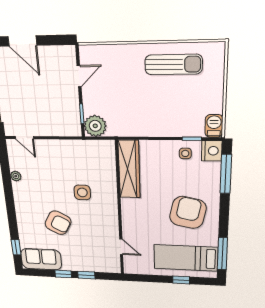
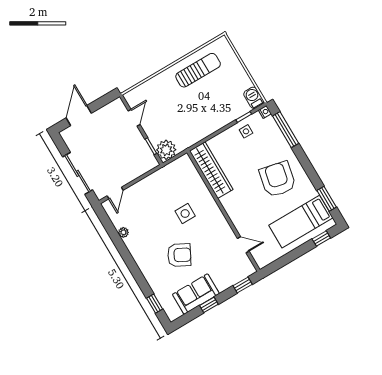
door: (22, 41) -> (79, 115), swing flipped
door: (24, 138) -> (115, 193), hinge flipped
nightstand: (212, 151) -> (265, 112), width x0.53, depth x0.56
window: (222, 254) -> (327, 199), width x0.69
sofa: (41, 259) -> (196, 294), moved
window: (86, 275) -> (243, 285), moved
window: (181, 280) -> (321, 238), moved

